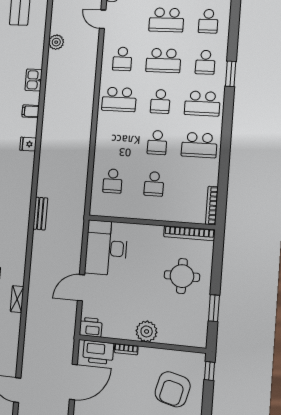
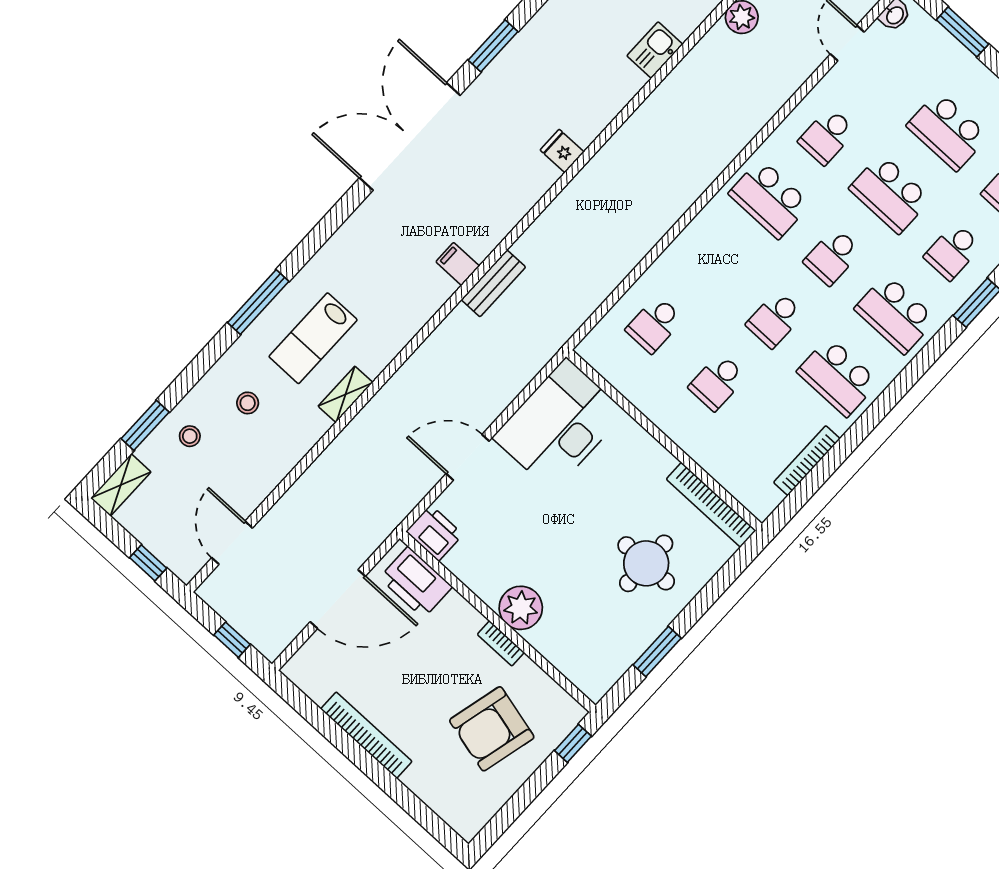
filing cabinet: (31, 111) -> (458, 264), moved
bookcase: (212, 206) -> (807, 461), moved
bookcase: (126, 349) -> (501, 643), moved

